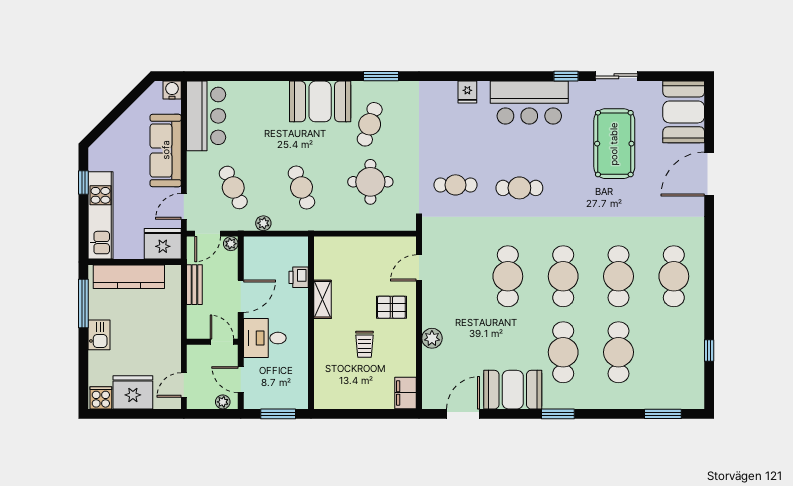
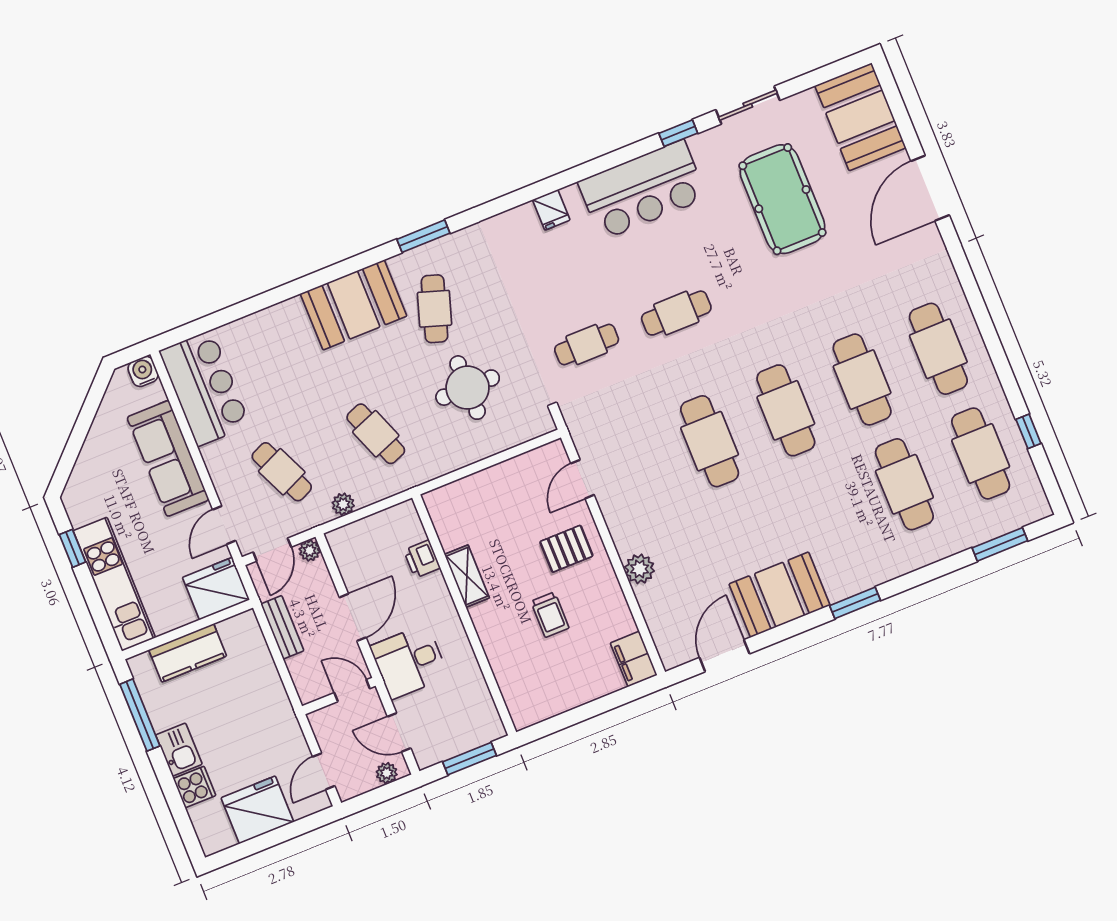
kitchen counter: (129, 277) -> (188, 653), width x0.67
cafe table: (563, 352) -> (981, 453), moved
cooker: (101, 398) -> (195, 787), moved, turned 90

